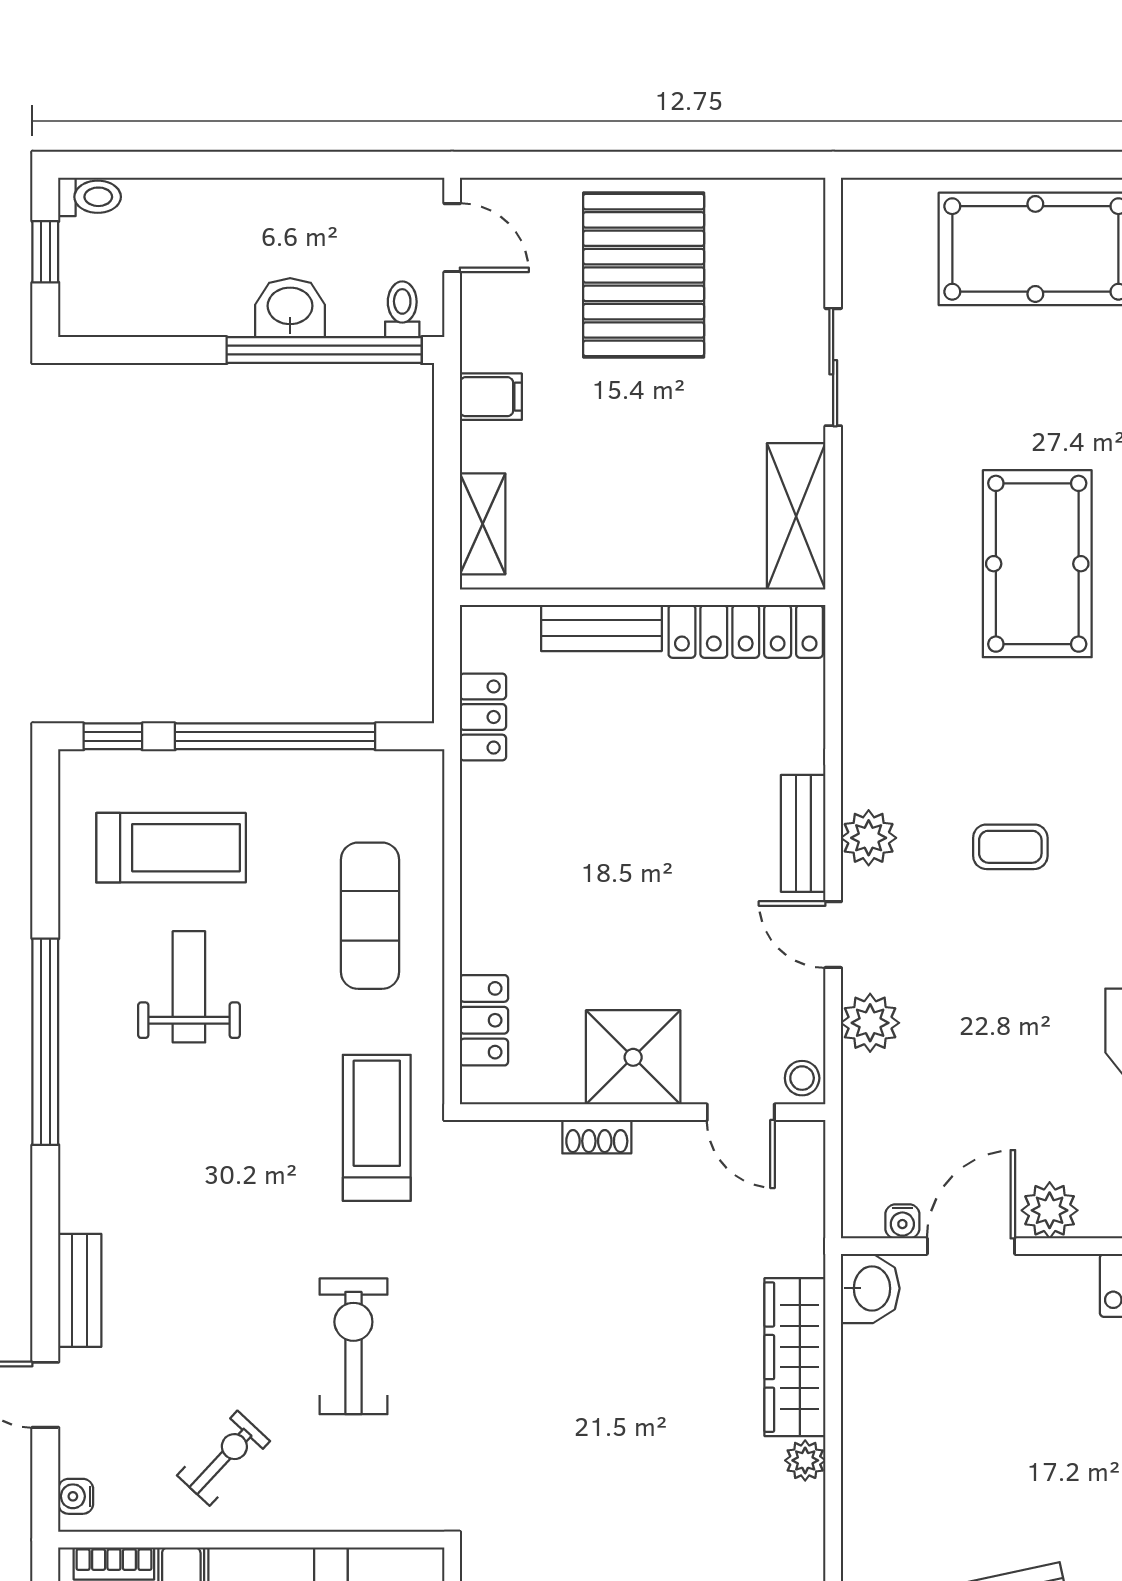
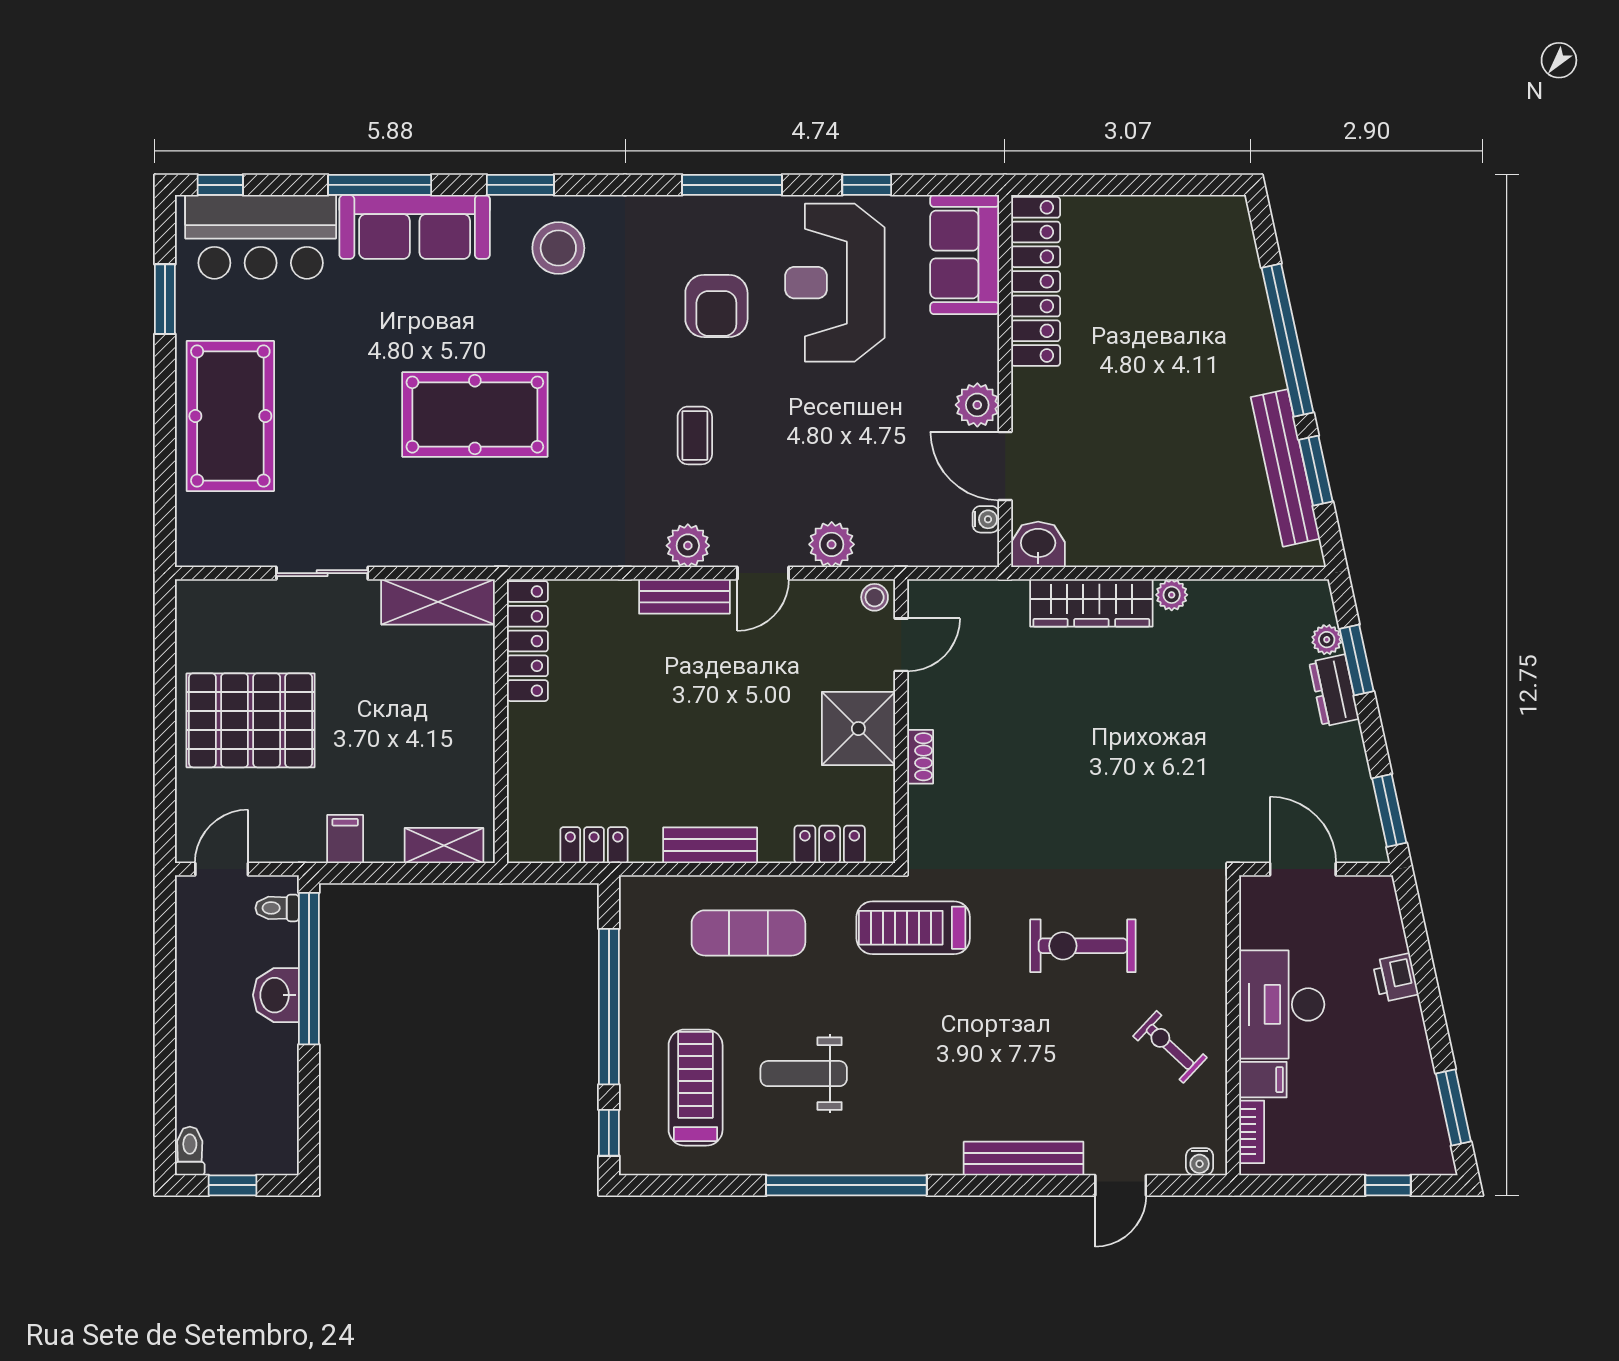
bench: (601, 628) -> (710, 845), moved, turned 90
bench: (80, 1290) -> (1024, 1159), width x1.36

